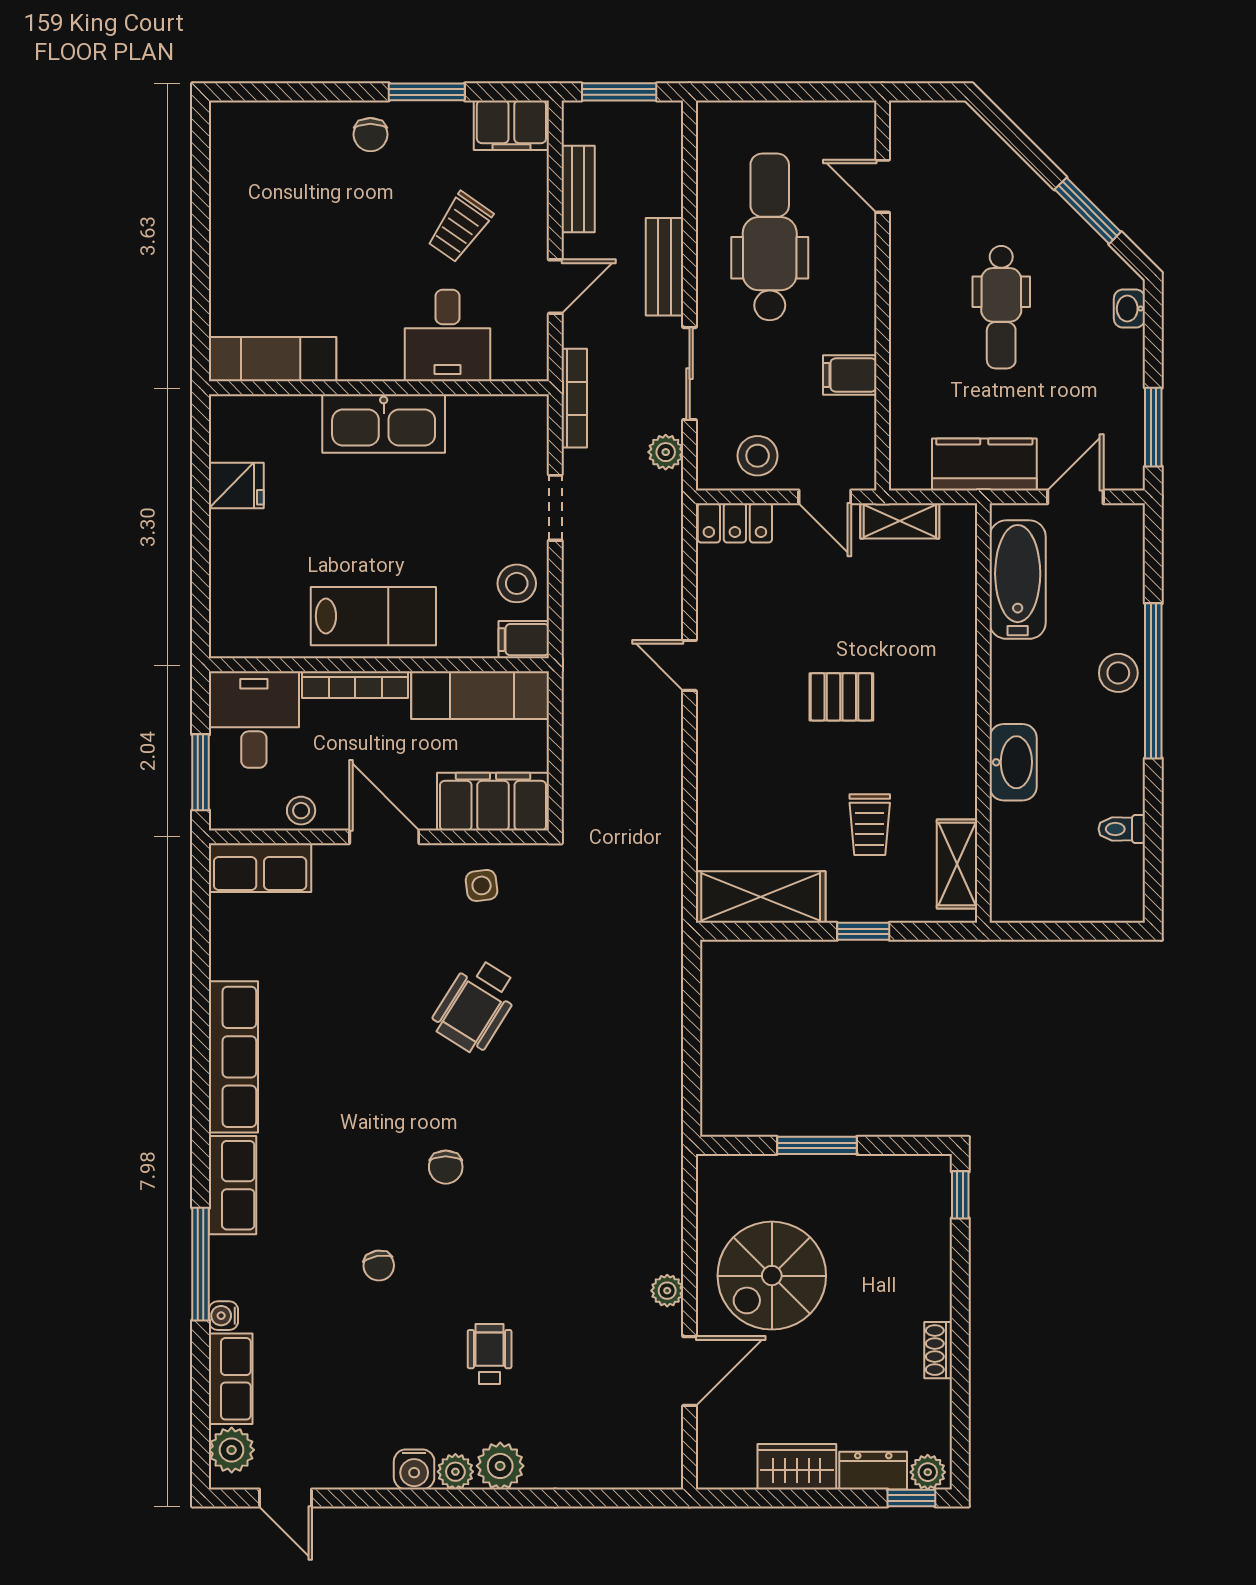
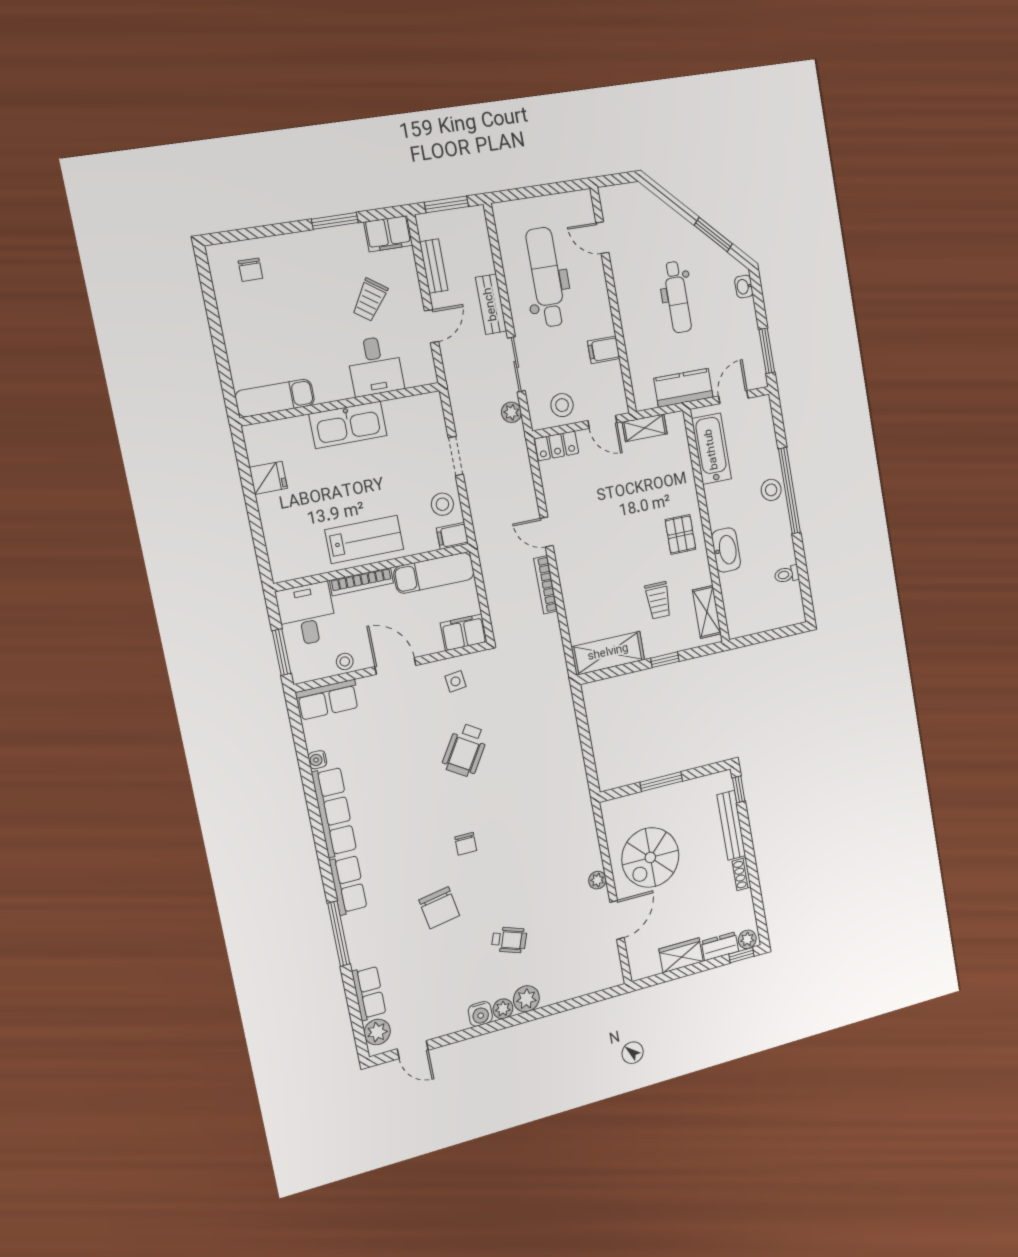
chair: (370, 135) -> (250, 270), moved
bookcase: (574, 398) -> (546, 585), moved, turned 180
pallet: (841, 697) -> (680, 534), moved, turned 90
filing cabinet: (493, 802) -> (464, 632), width x0.67, depth x0.86
bench: (934, 1256) -> (731, 825), added
chair: (379, 1266) -> (439, 908), width x1.87, depth x1.87
water cooler: (223, 1316) -> (317, 760), moved
wheelchair: (490, 1354) -> (509, 940), turned 109

